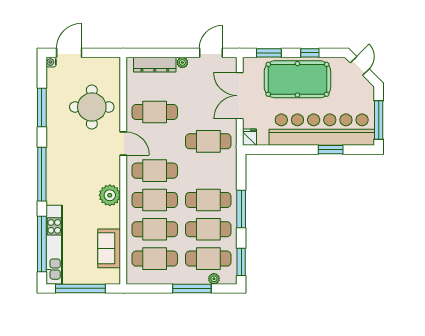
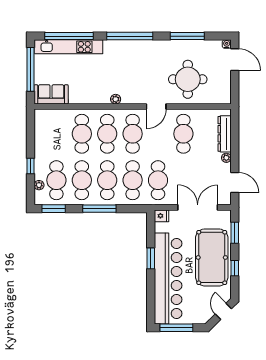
door: (360, 66) -> (223, 311), swing flipped
window: (331, 150) -> (151, 258), moved
plant: (110, 195) -> (116, 99), width x0.53, depth x0.53
sofa: (109, 248) -> (51, 94), moved
cafe table: (155, 259) -> (133, 180), moved
window: (192, 288) -> (31, 166), width x0.46

